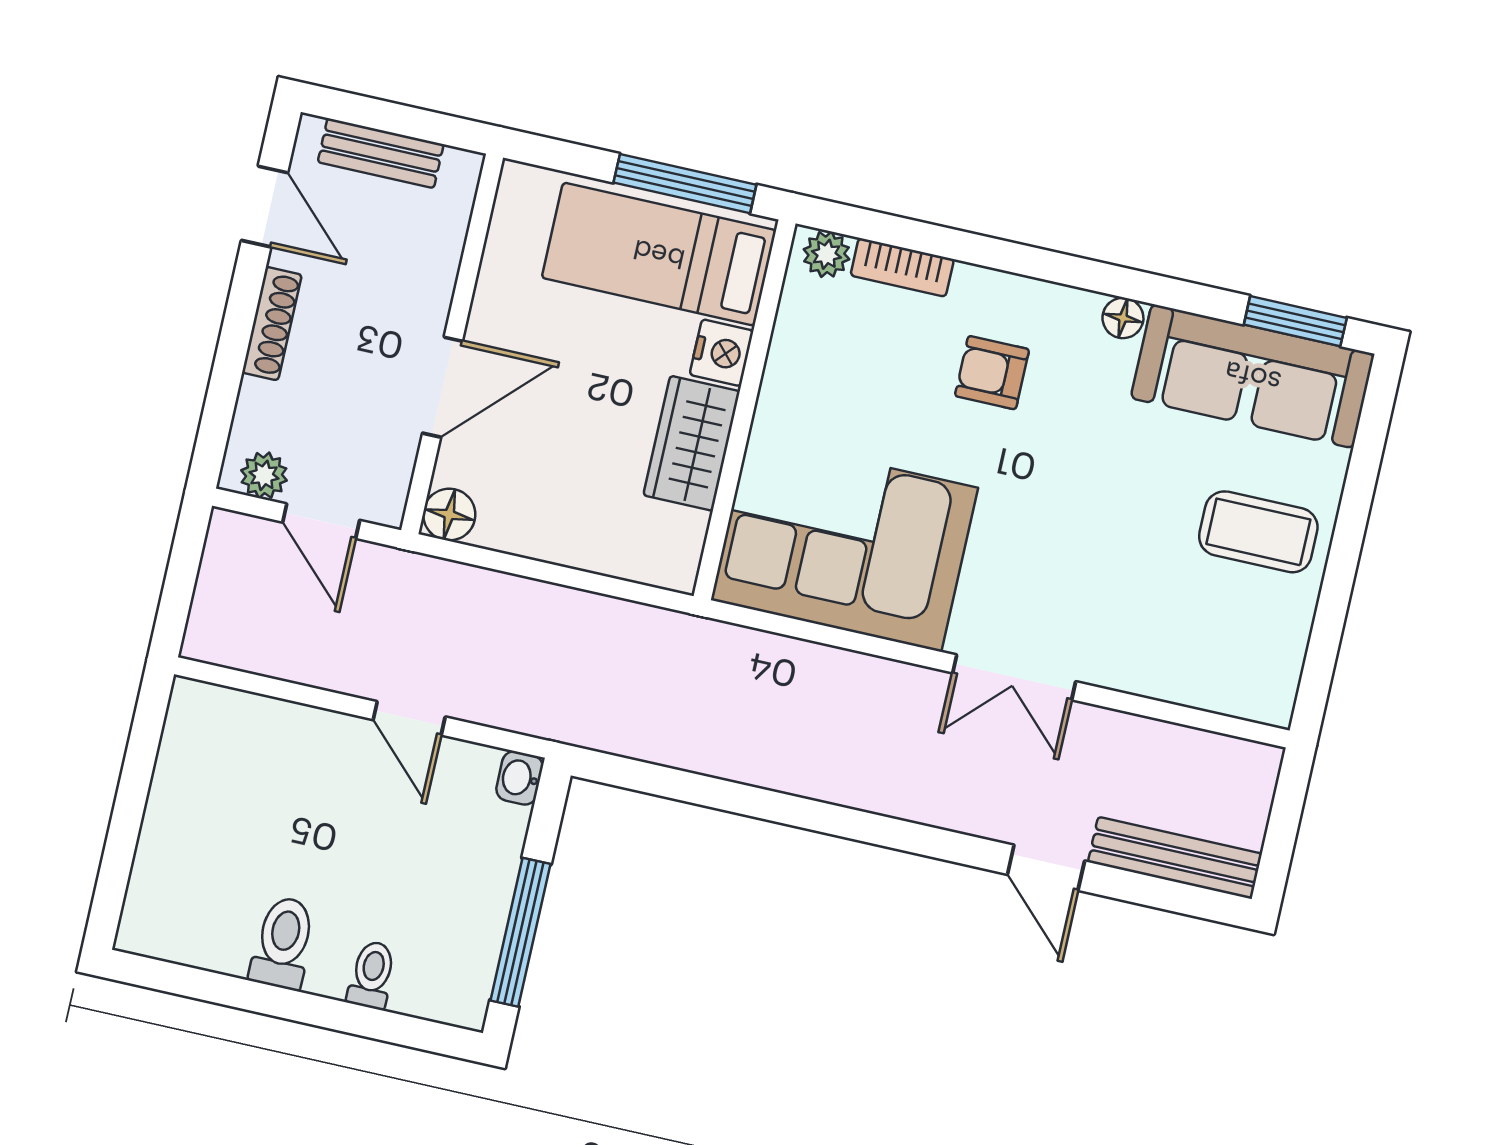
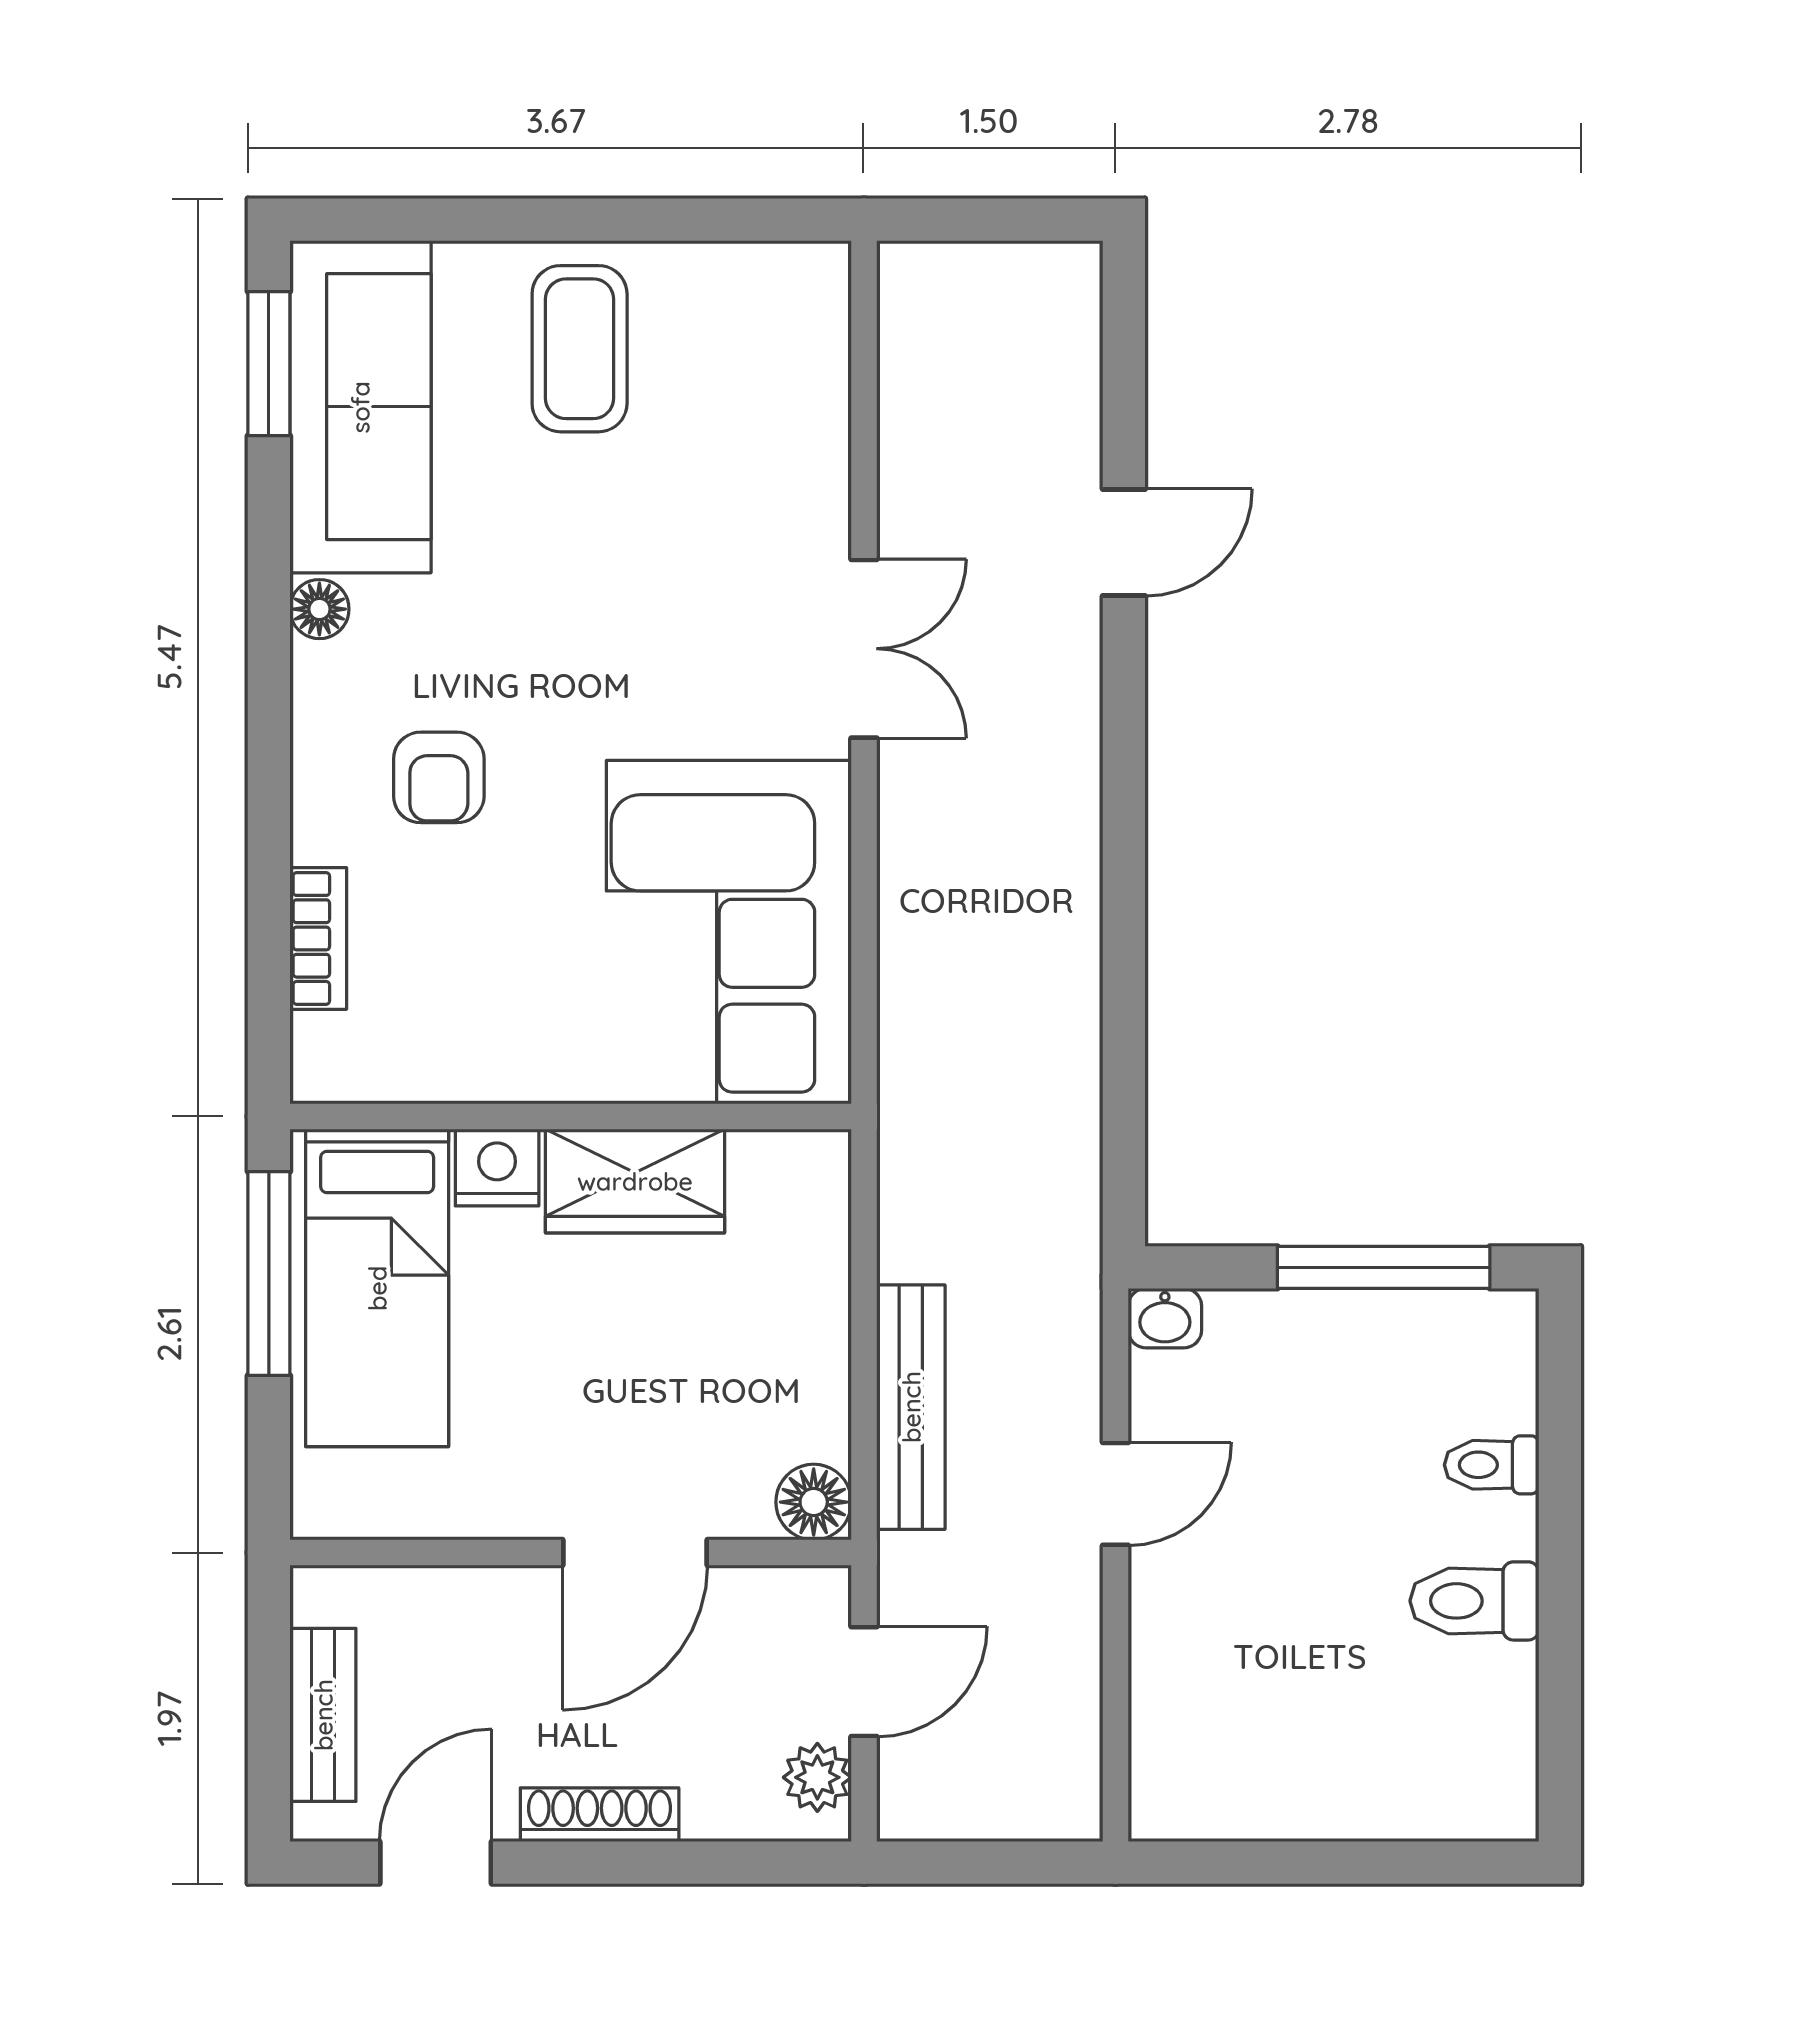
plant: (826, 254) -> (324, 1050), removed
door: (442, 387) -> (635, 1552), swing flipped
bench: (1175, 858) -> (911, 1407), moved

